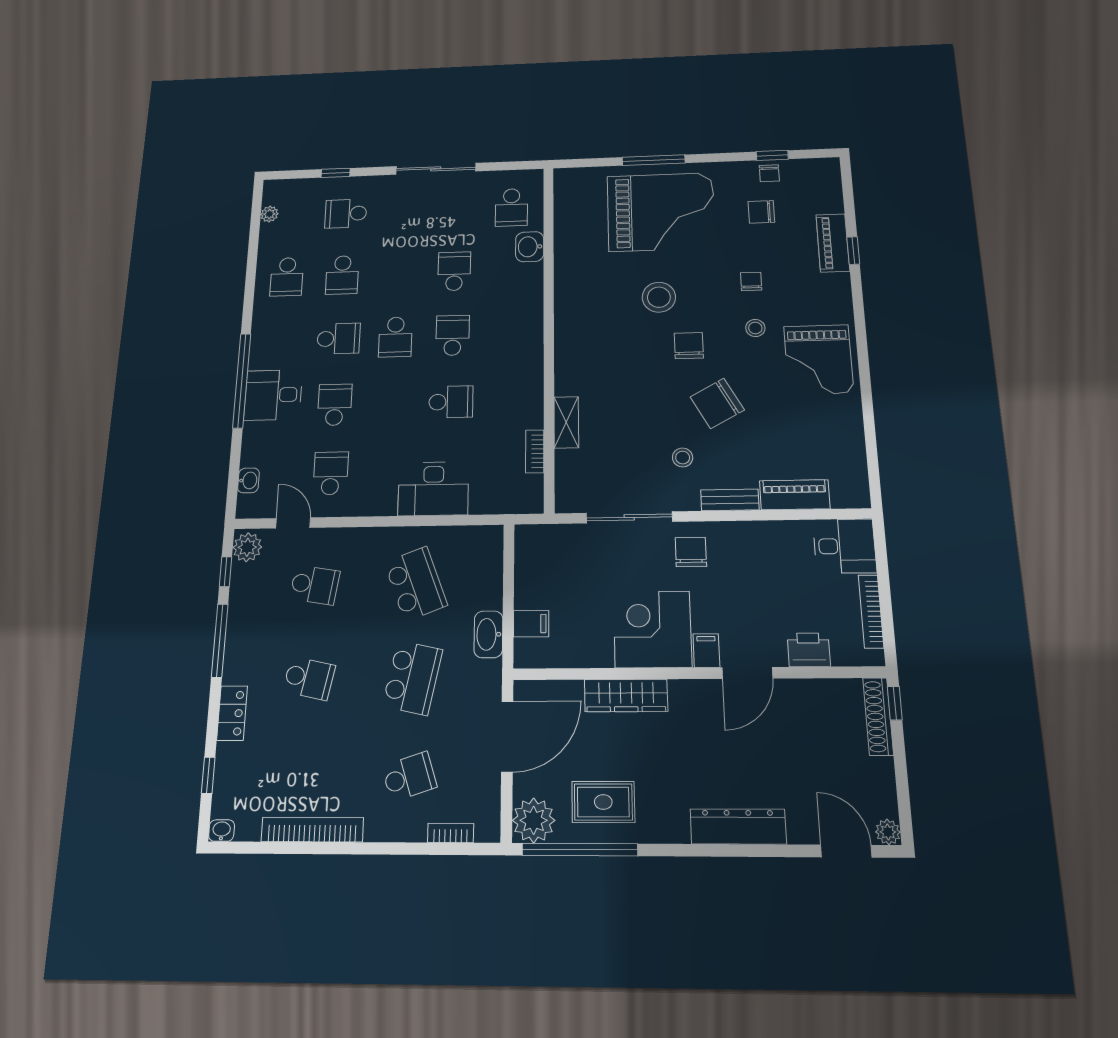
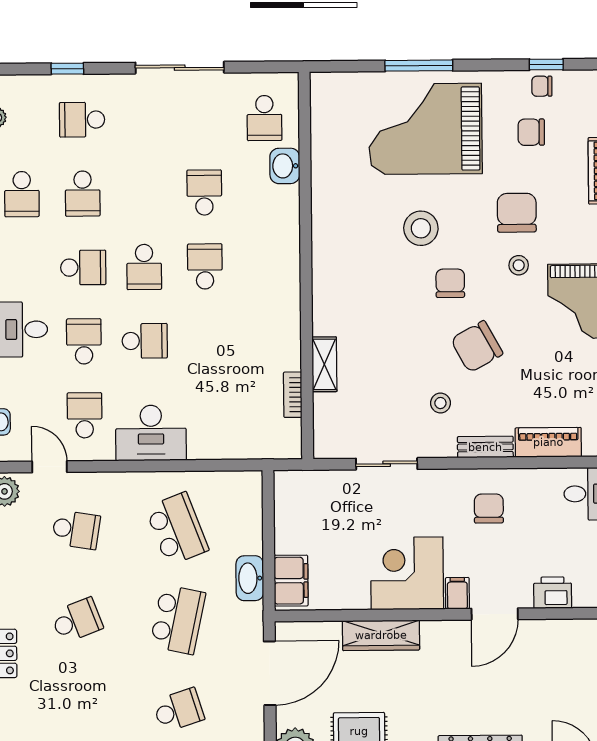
chair: (769, 173) -> (542, 86), turned 90
grand piano: (661, 212) -> (425, 129), turned 180
chair: (751, 281) -> (517, 213), width x1.87, depth x1.87
school desk: (451, 402) -> (145, 341), moved
desk: (433, 489) -> (151, 433), moved
sliding door: (629, 517) -> (387, 464), width x0.73
chair: (691, 552) -> (489, 509), moved
filing cabinet: (531, 624) -> (291, 581), width x2.00
school desk: (309, 678) -> (77, 620), turned -33

